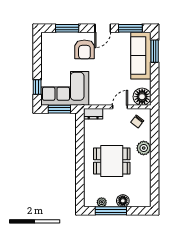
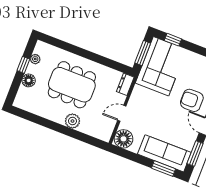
door: (120, 107) -> (122, 113), swing flipped
chair: (137, 121) -> (101, 125), removed
dining table: (112, 161) -> (72, 85), width x1.38
window: (111, 211) -> (23, 65), width x0.46

